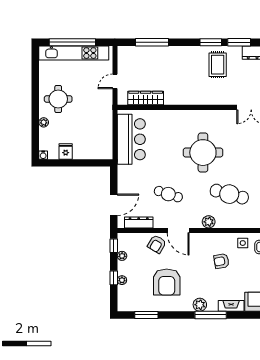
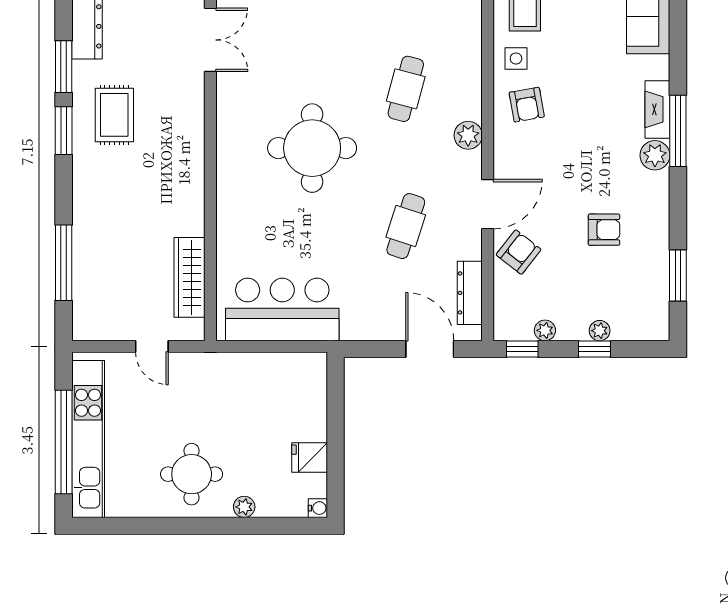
rug: (218, 65) -> (114, 115), turned 90
cafe table: (229, 194) -> (406, 89), width x0.73, depth x0.74
armchair: (157, 244) -> (519, 252), turned -83
armchair: (221, 261) -> (527, 105), moved
armchair: (167, 282) -> (604, 230), width x0.53, depth x0.53
fireplace: (231, 306) -> (657, 109), moved

